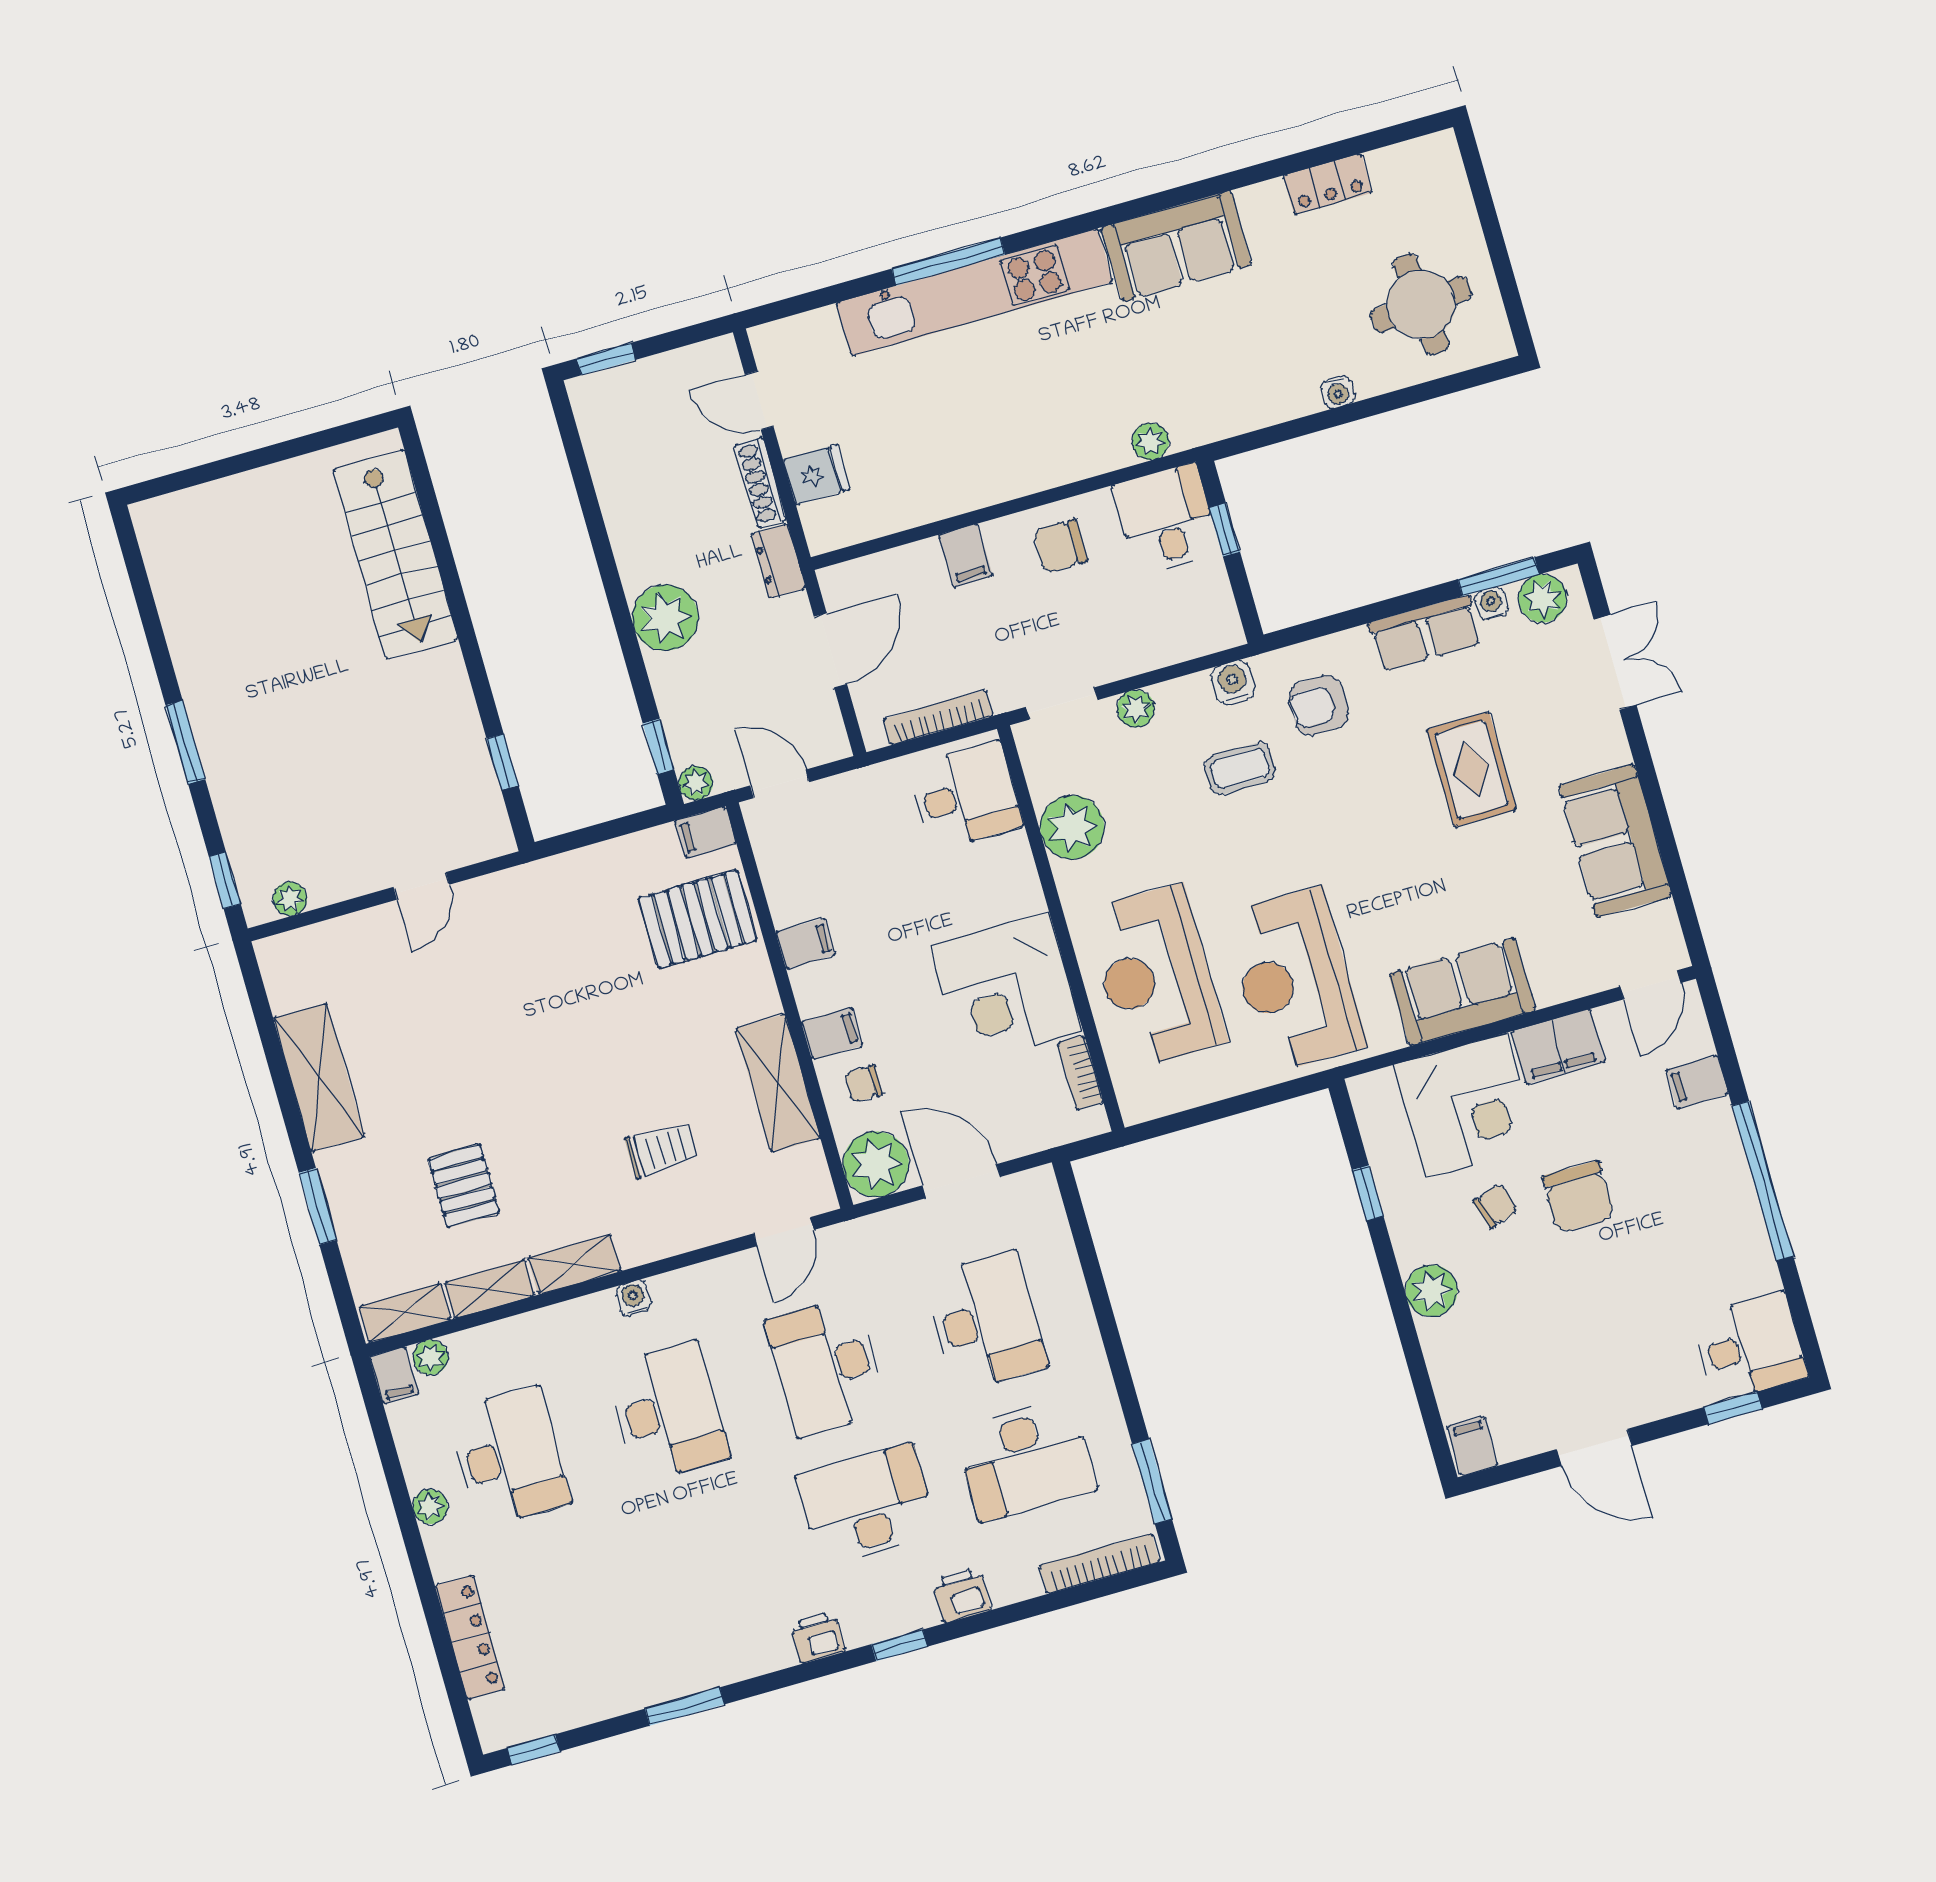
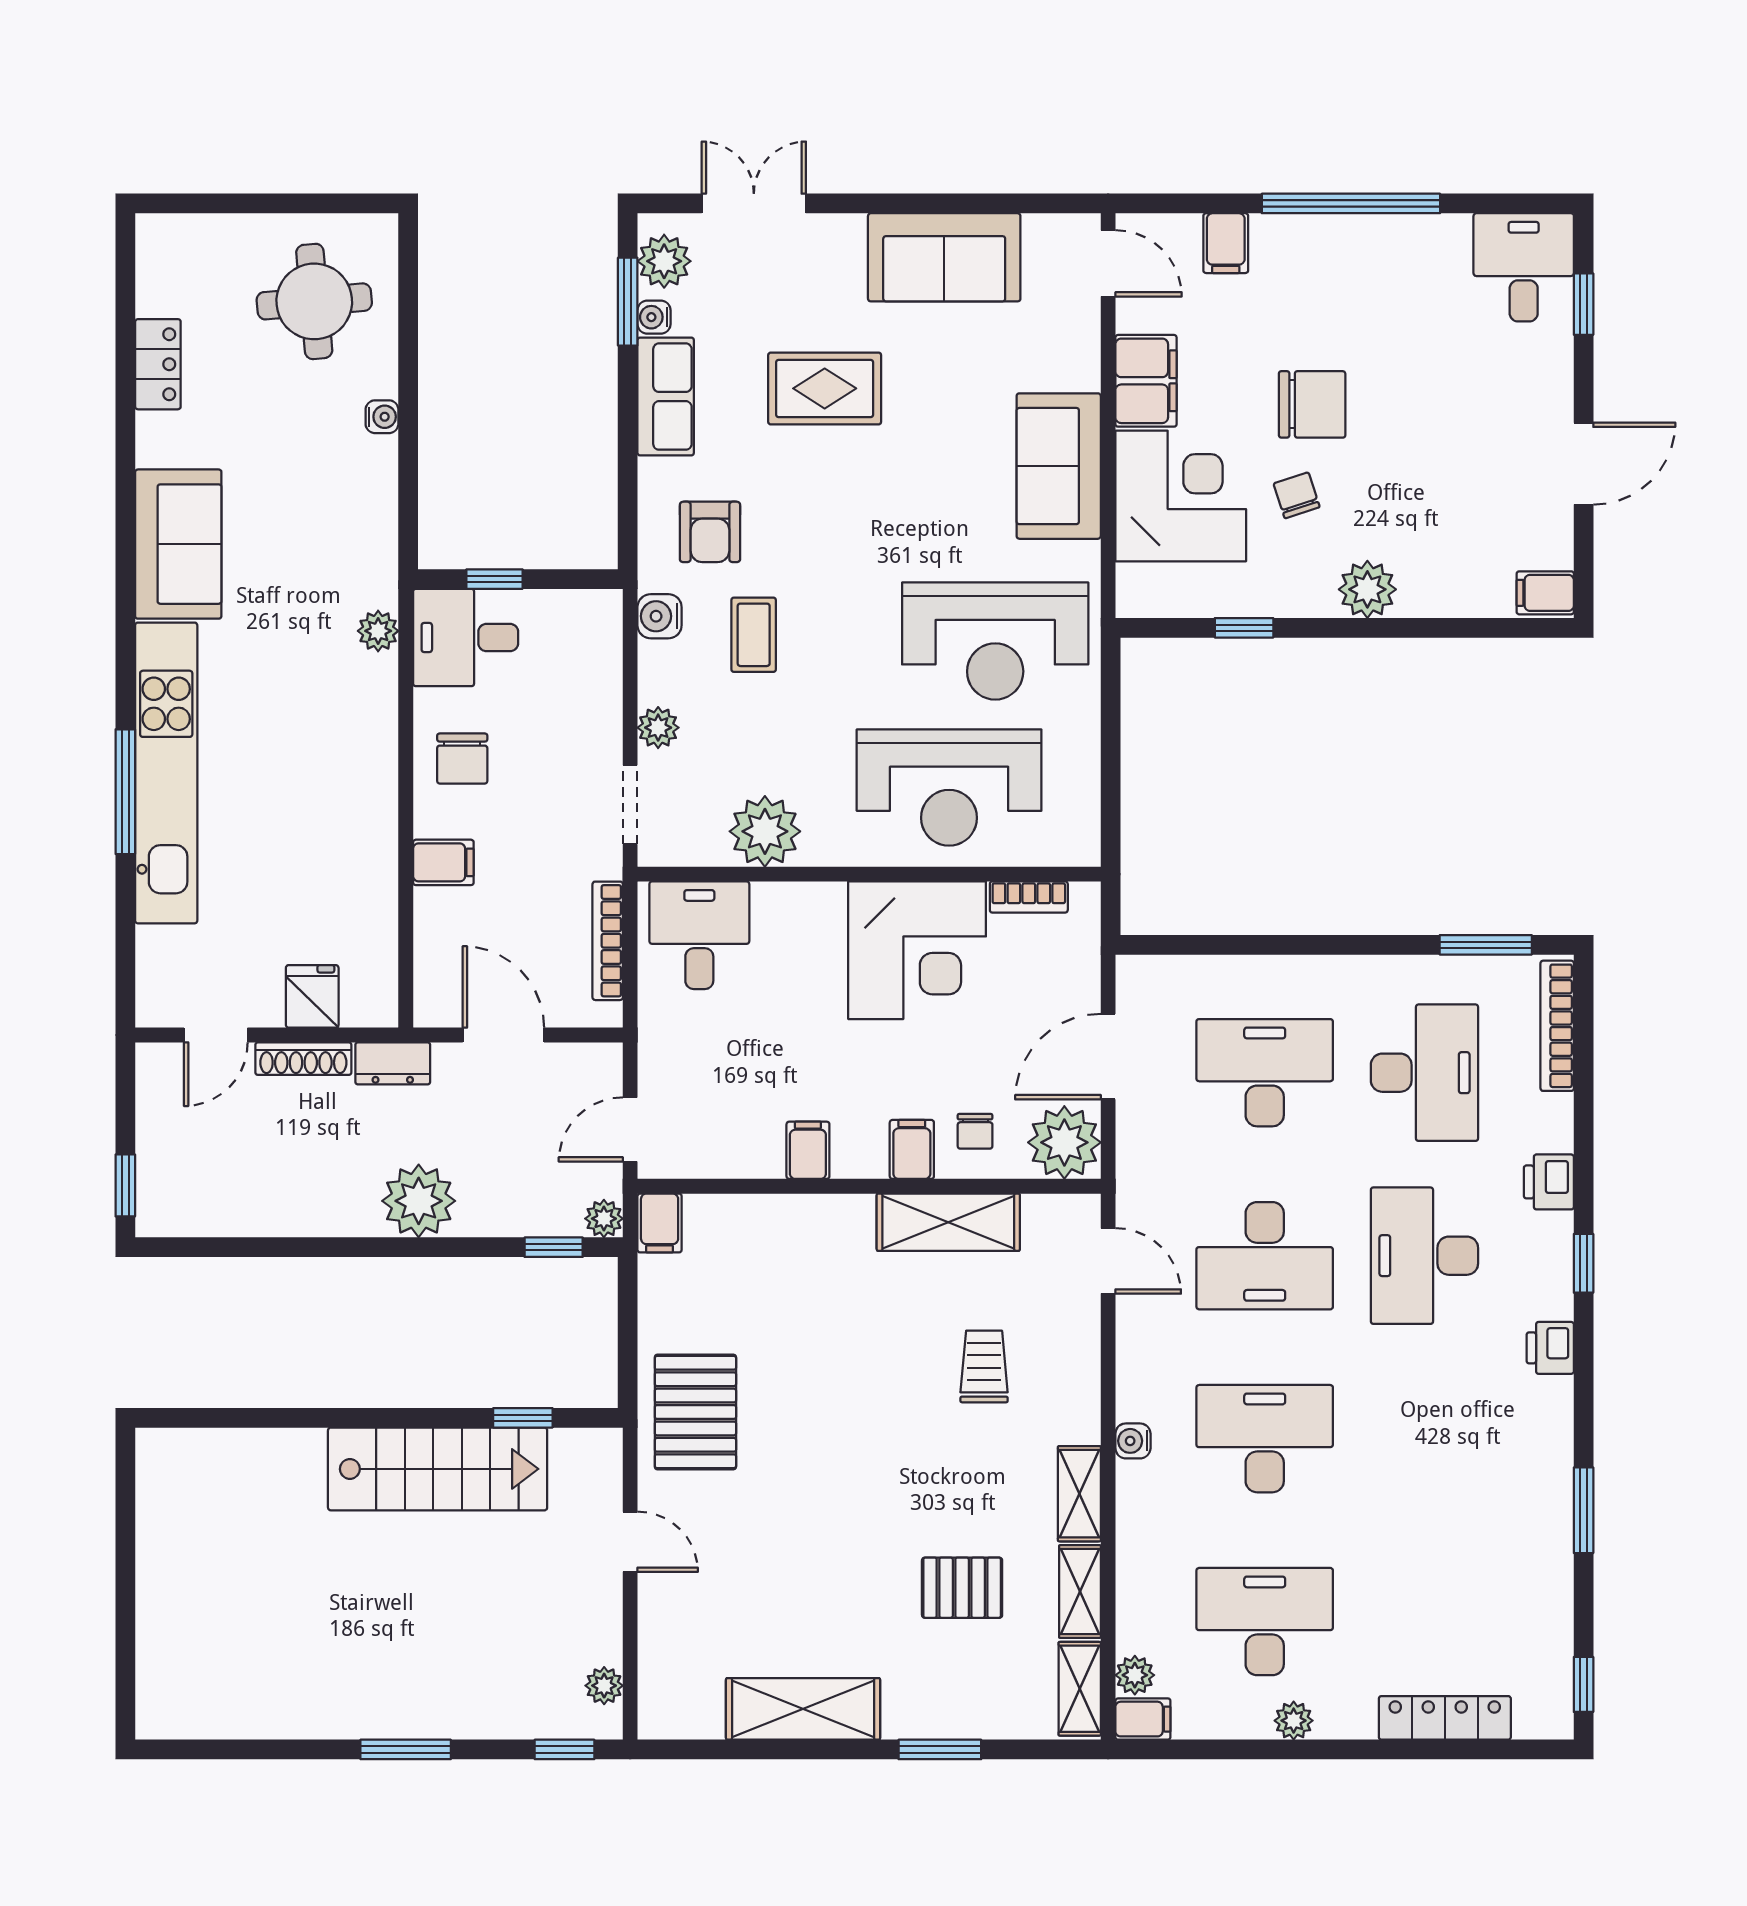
stairs: (395, 554) -> (438, 1469), moved
pallet: (698, 919) -> (695, 1412), moved

